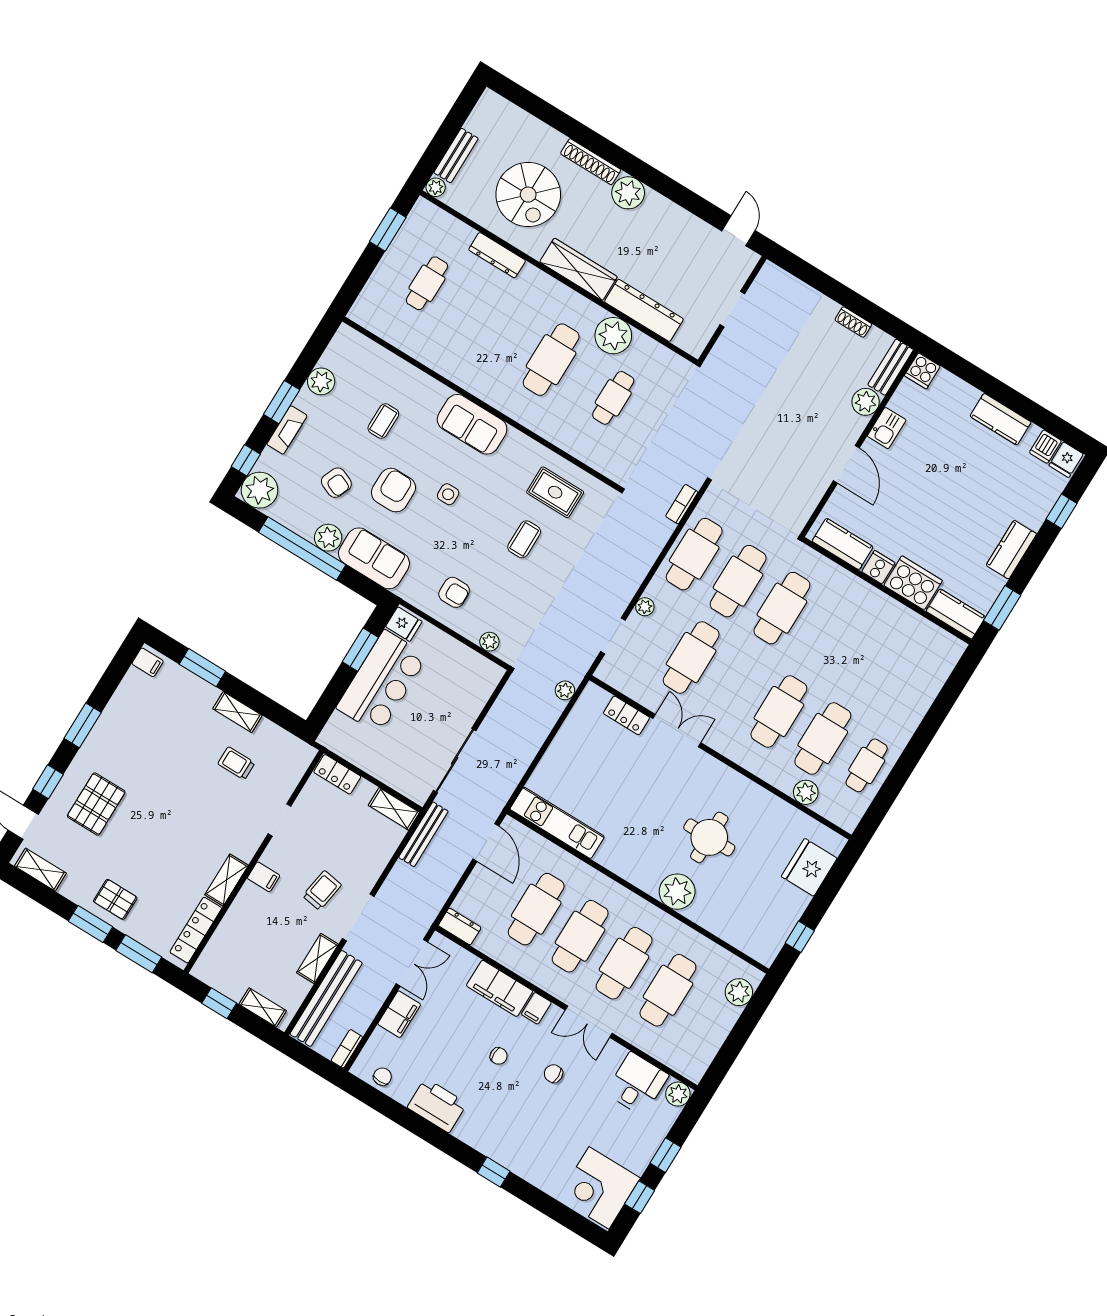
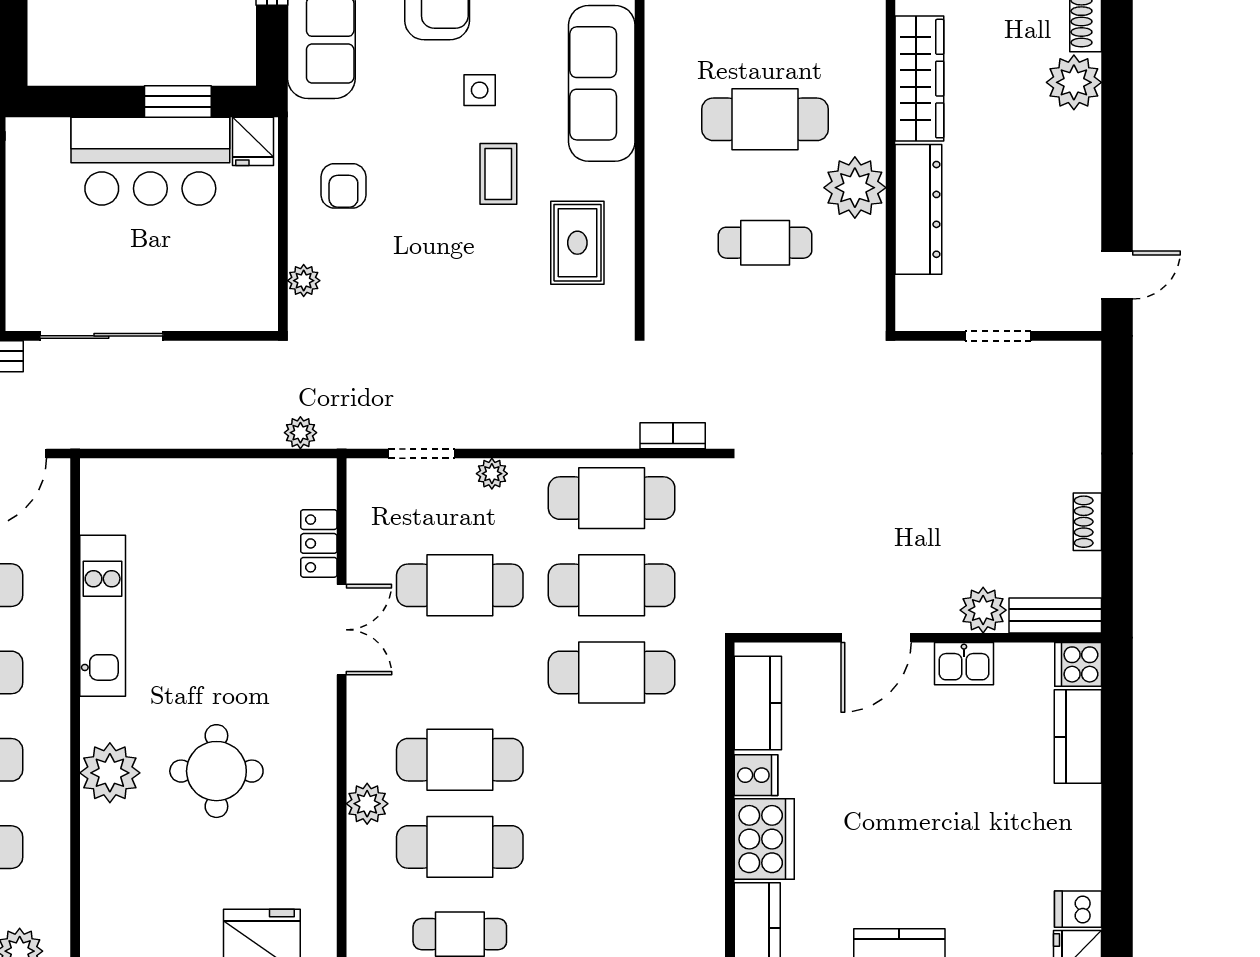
kitchen counter: (1001, 419) -> (1078, 737), moved
sofa: (472, 424) -> (602, 83), width x1.36
coffee table: (524, 539) -> (498, 174), moved, turned 90
plant: (806, 792) -> (367, 804), moved
kitchen unit: (557, 823) -> (103, 616), moved

